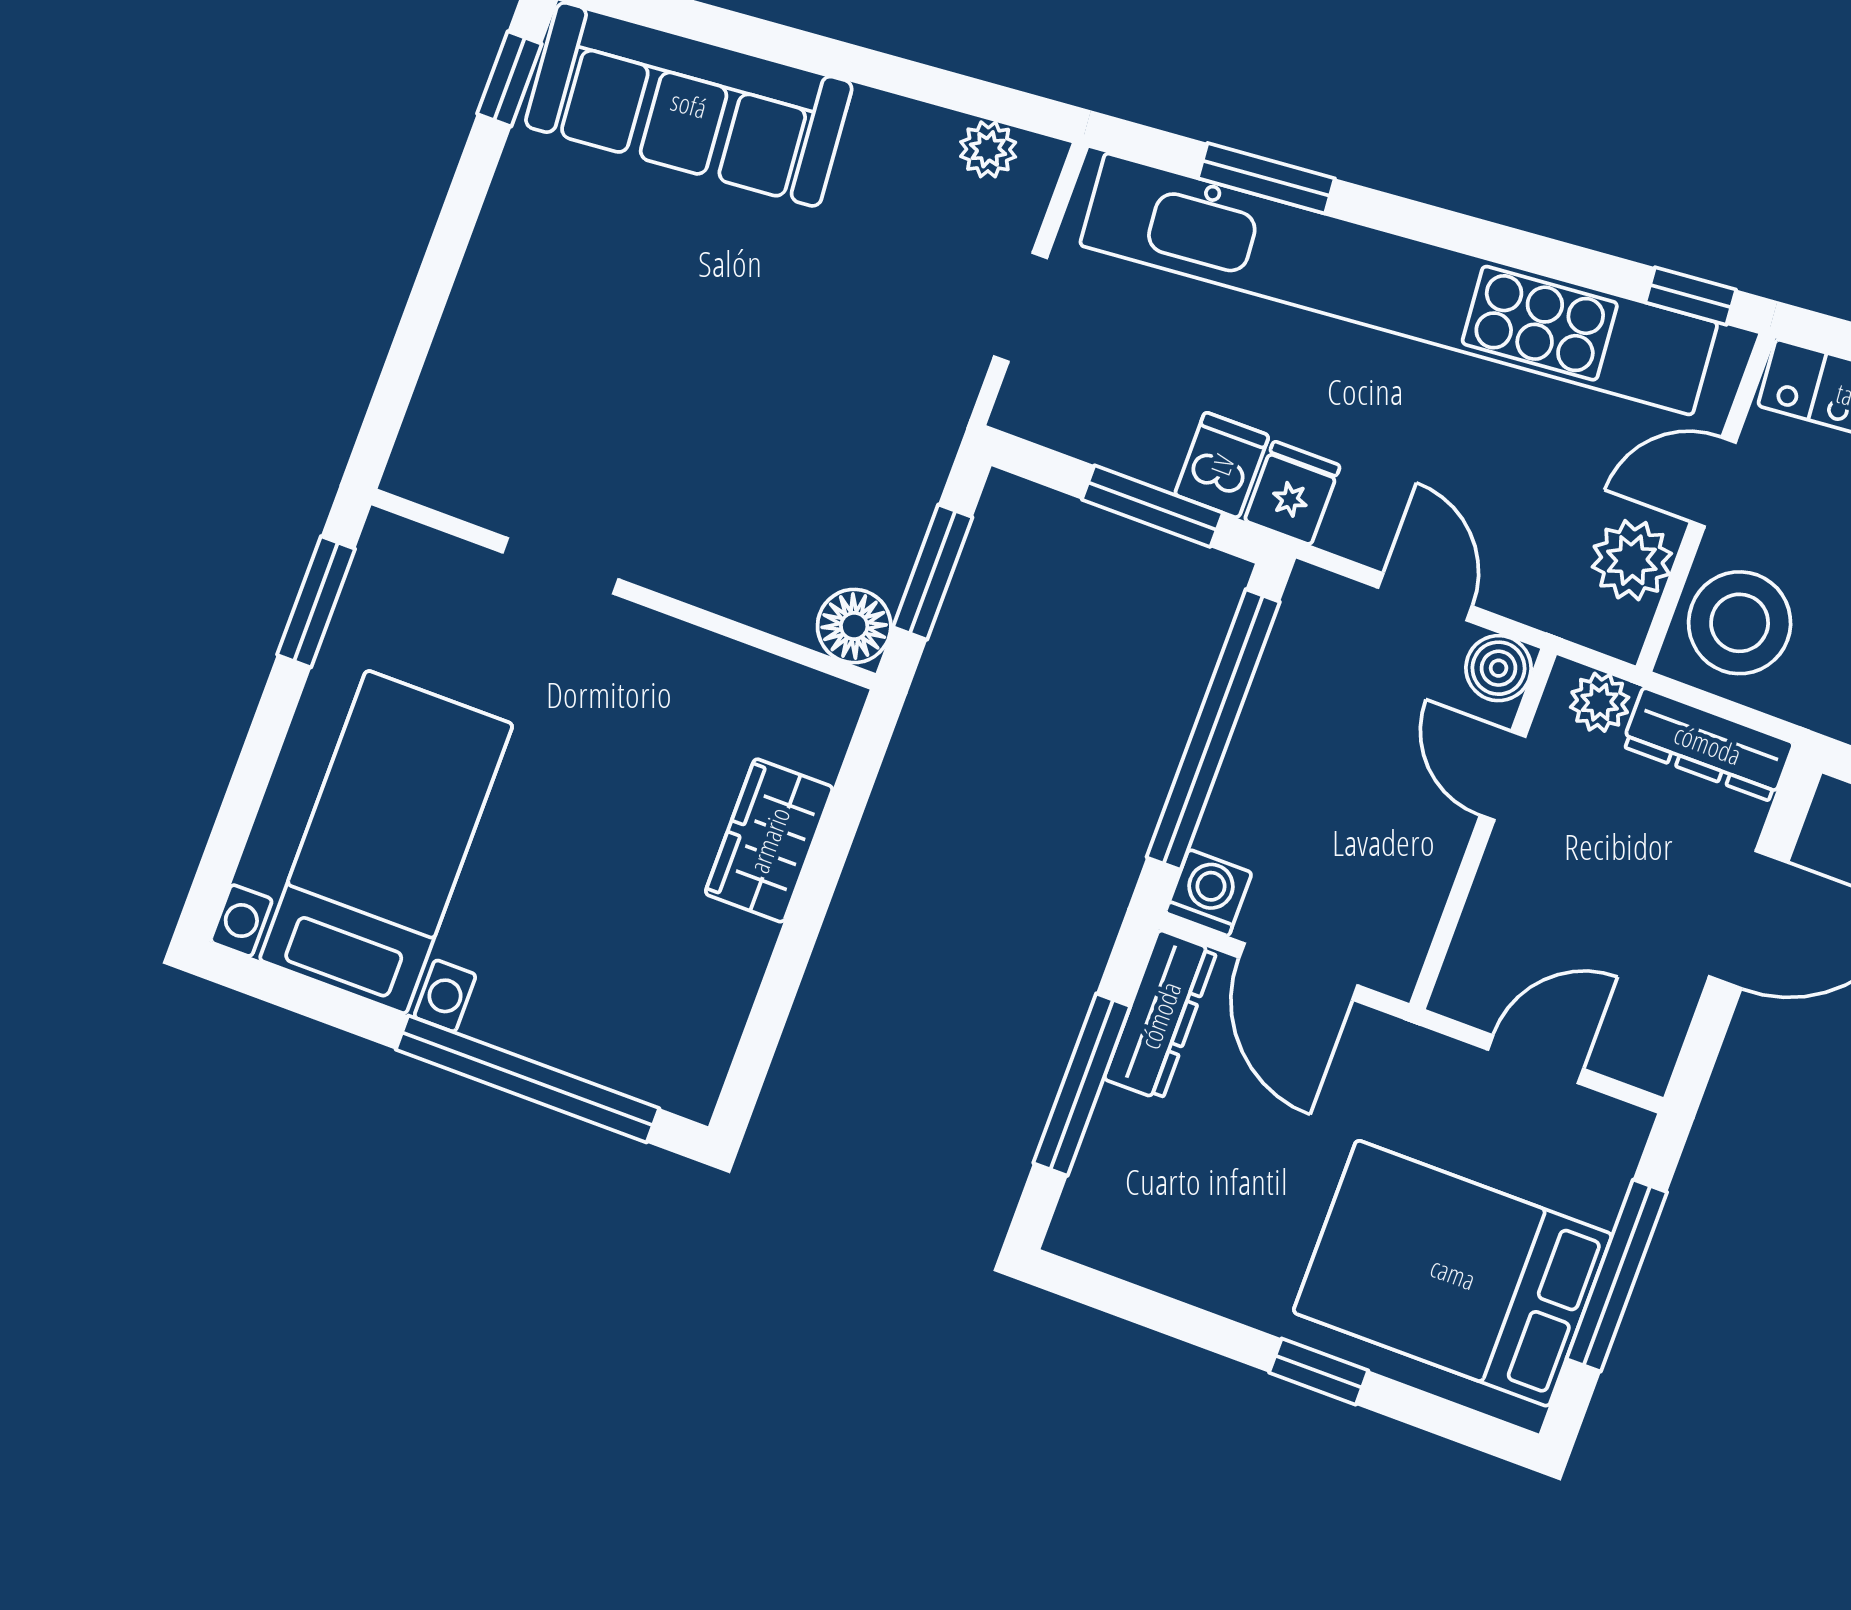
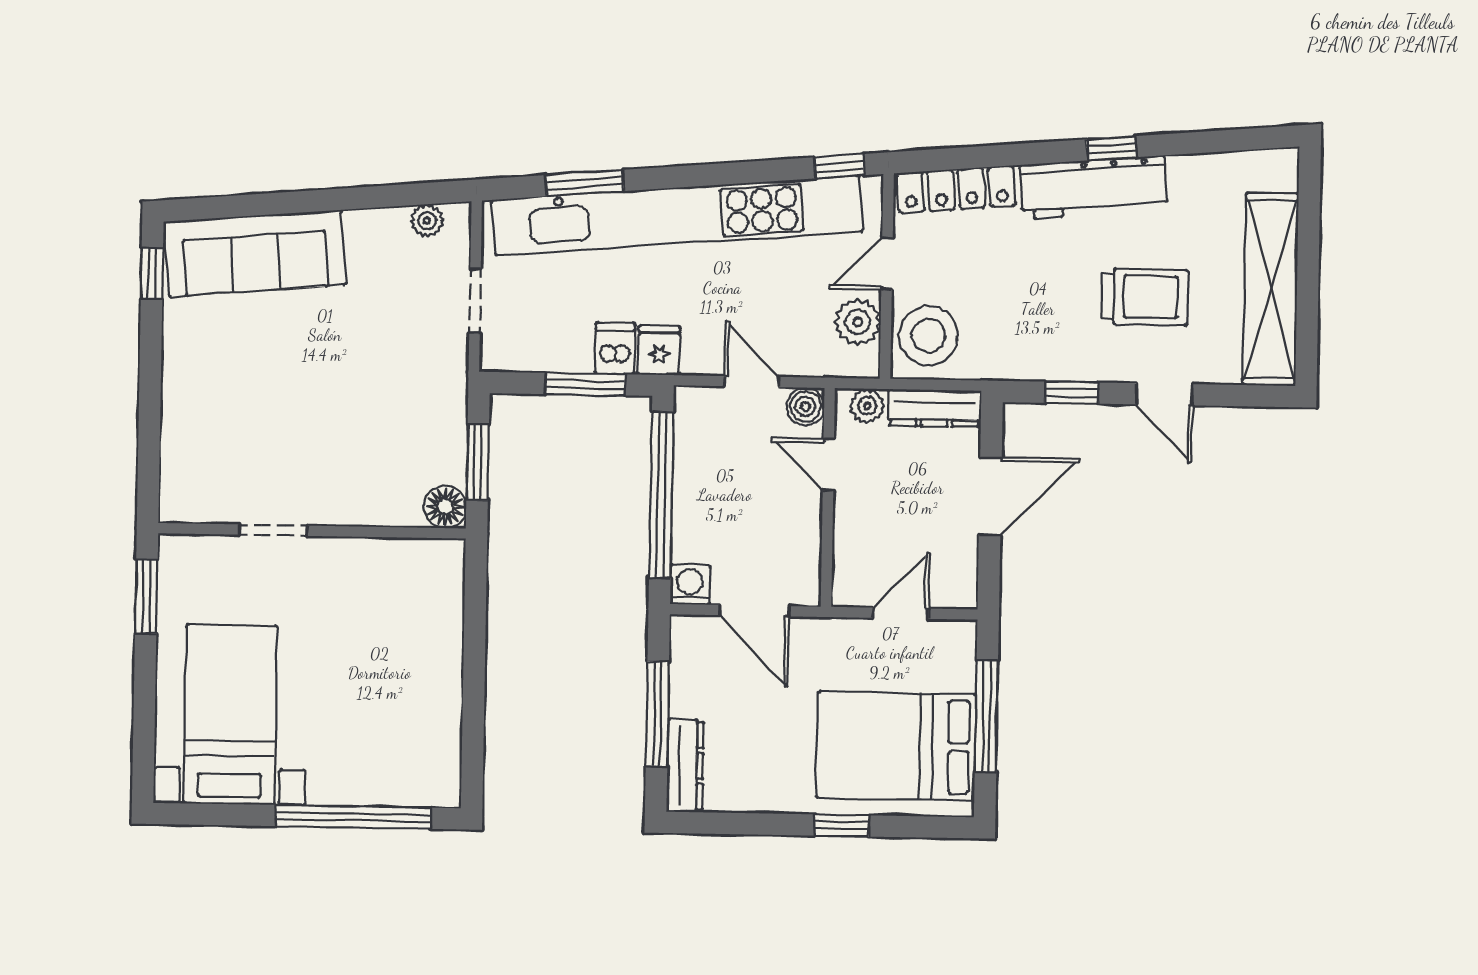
wardrobe: (769, 840) -> (440, 640), removed
dresser: (1160, 1015) -> (685, 766), moved

